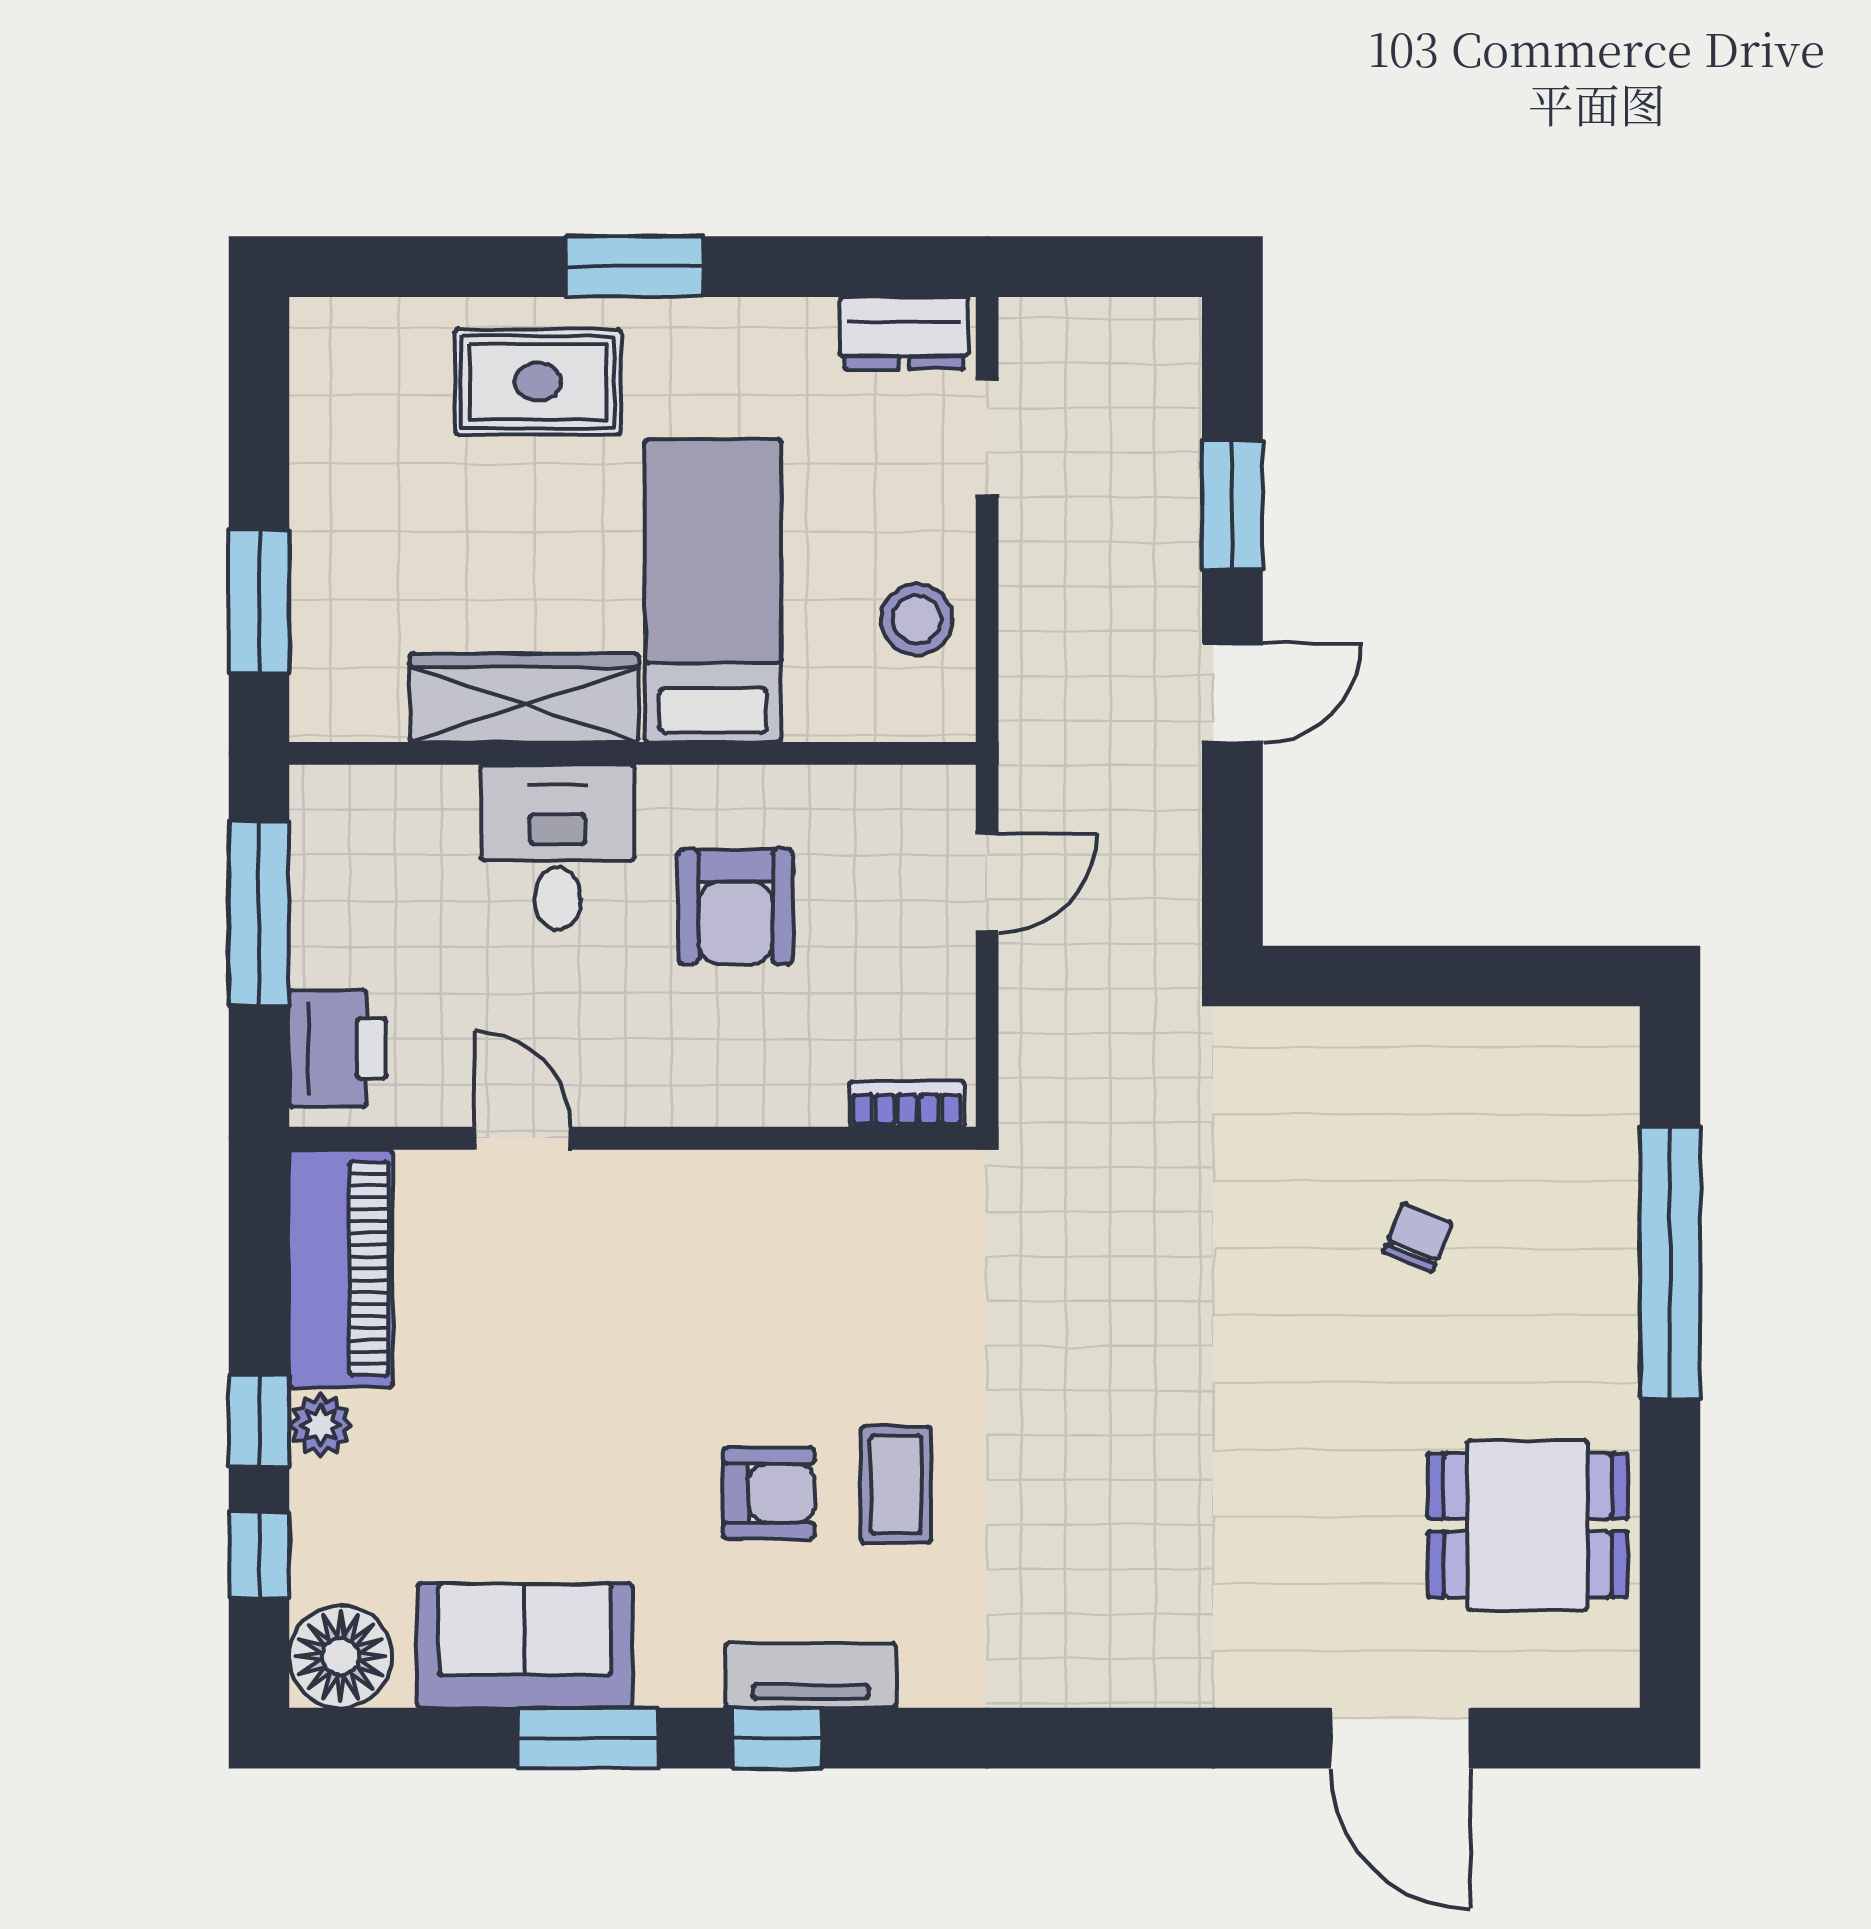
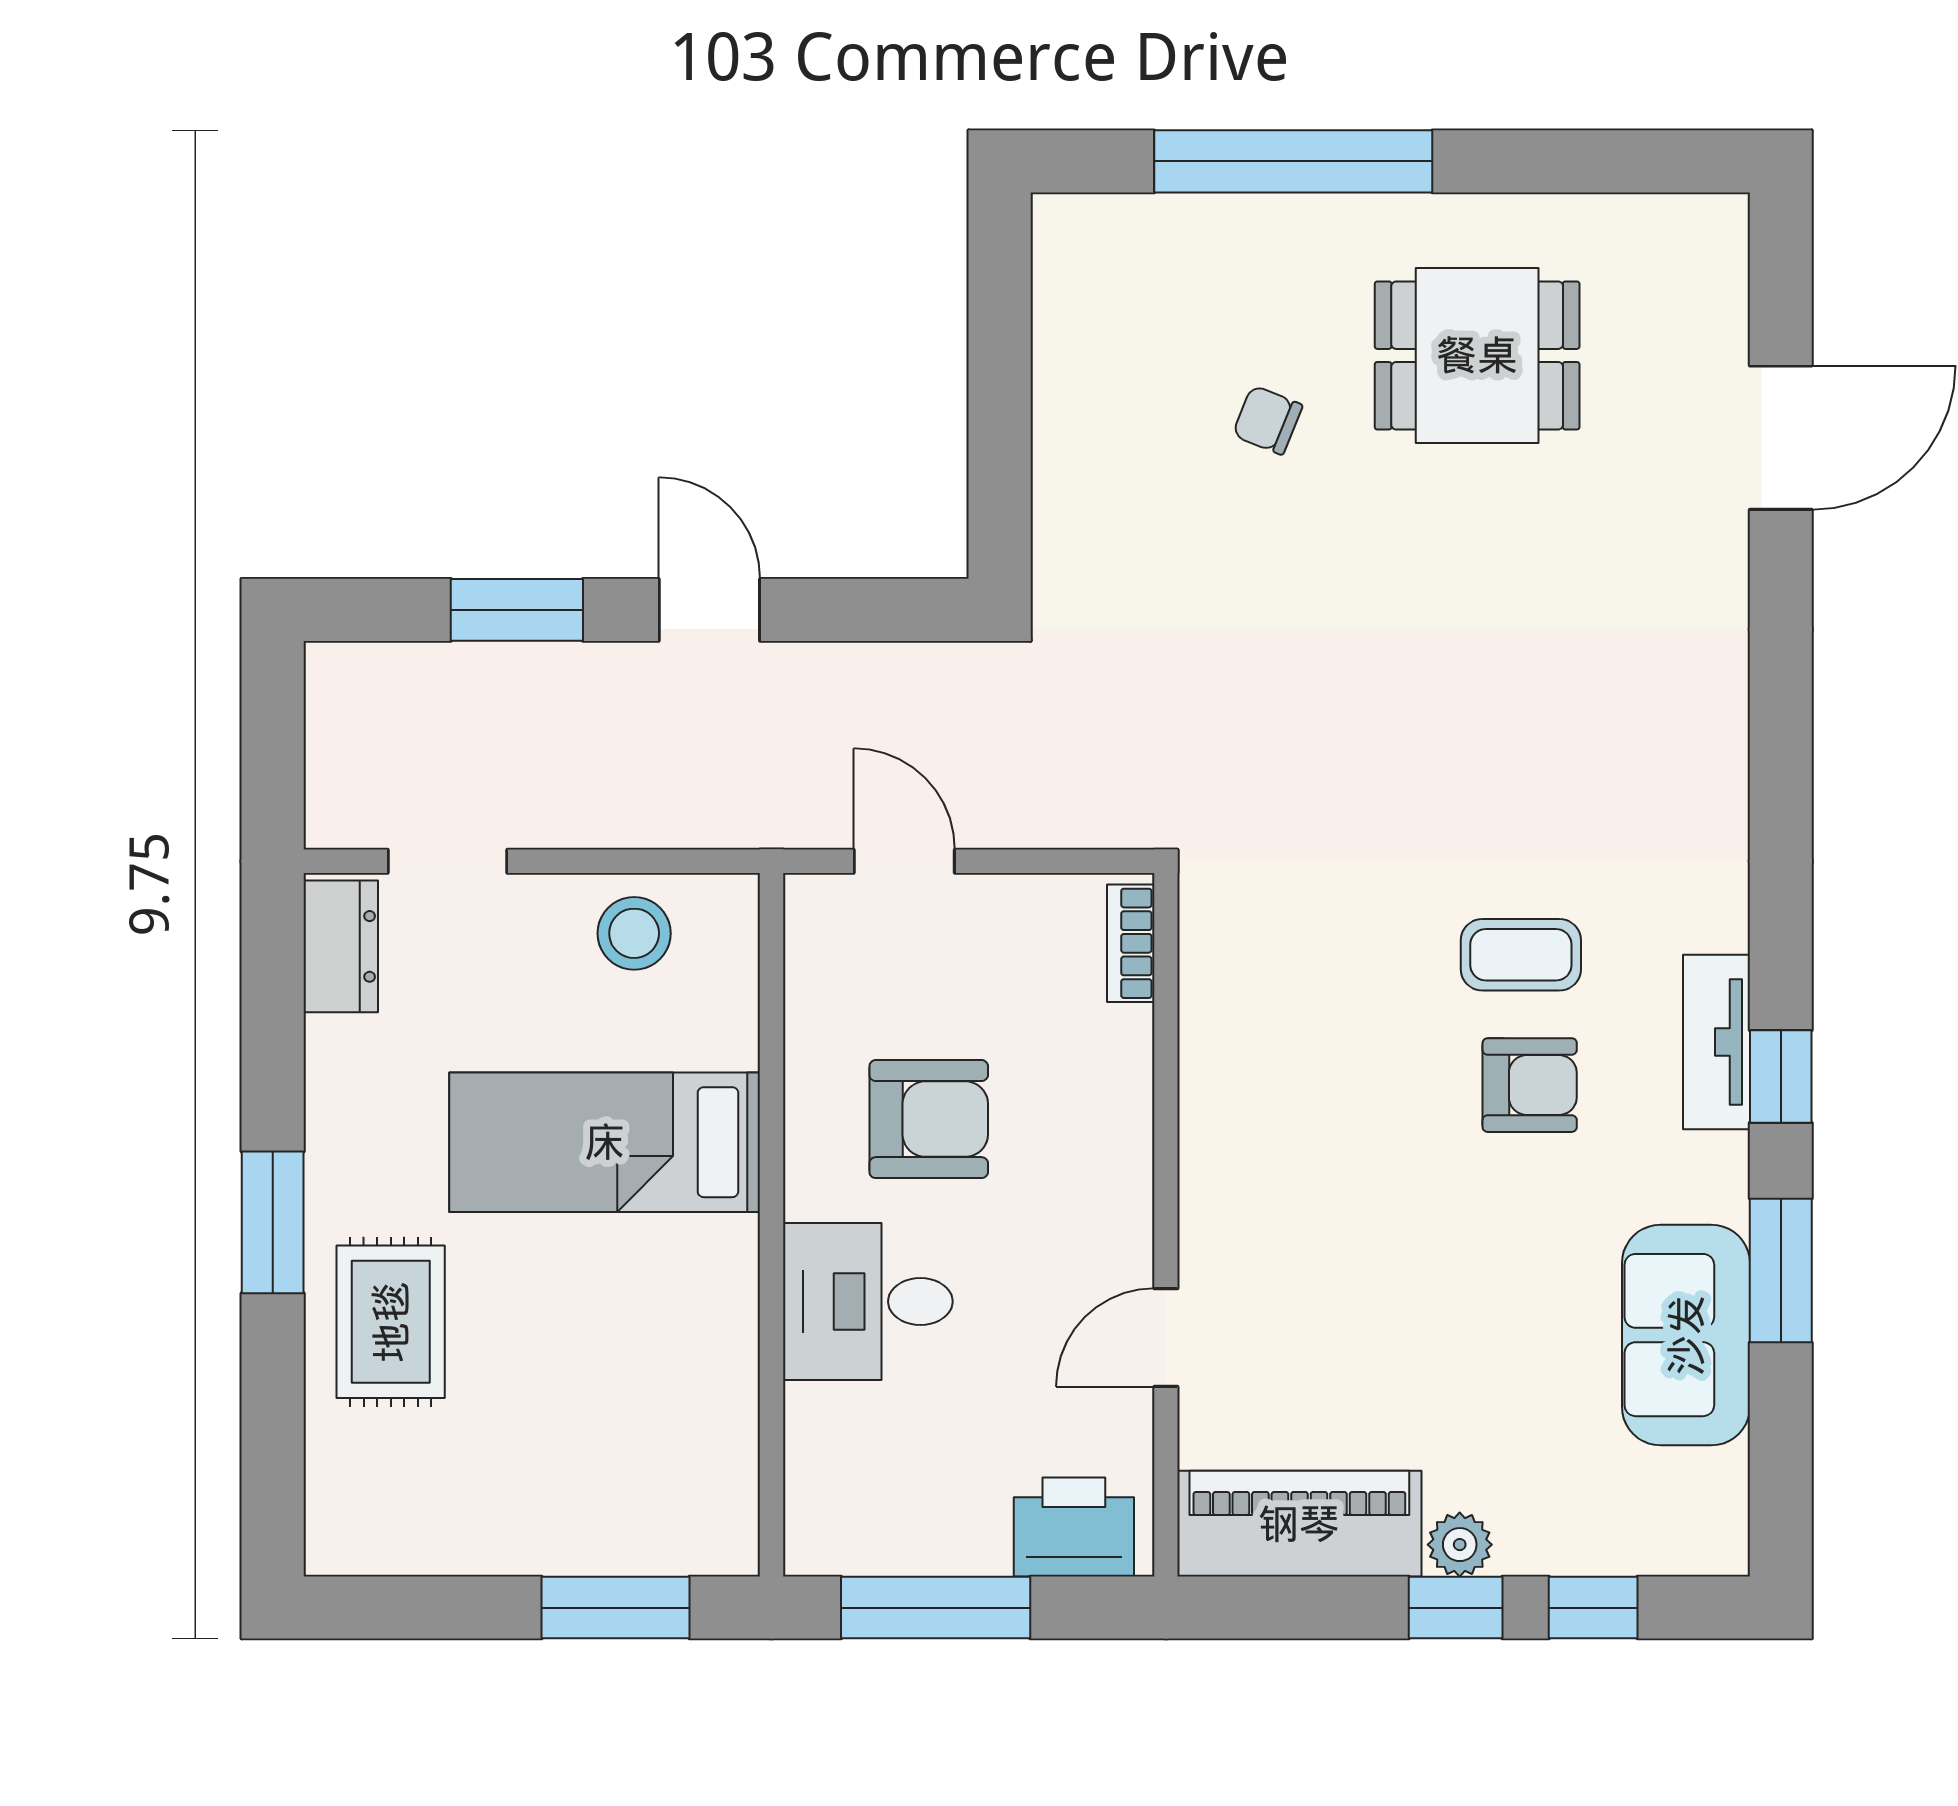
wardrobe: (524, 698) -> (714, 1336), removed
armchair: (769, 1493) -> (1530, 1085), turned 90
dining table: (1528, 1525) -> (1477, 355), moved, turned 90
floor lamp: (341, 1657) -> (1697, 1524), removed

